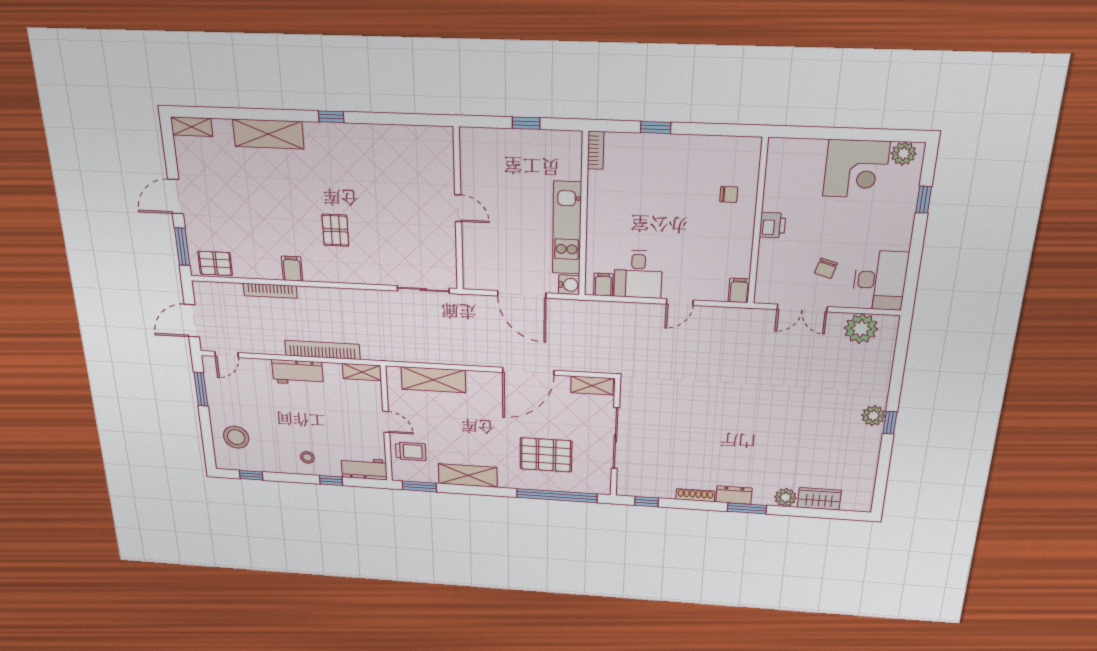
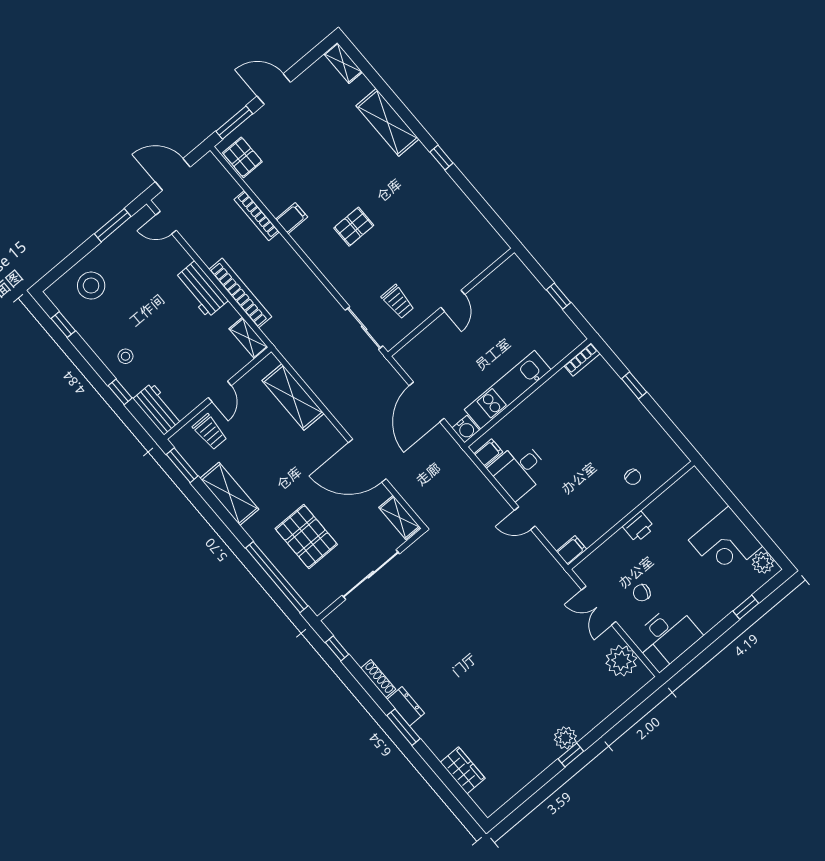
trolley: (423, 249) -> (398, 302), added
plant: (785, 497) -> (440, 745), removed

